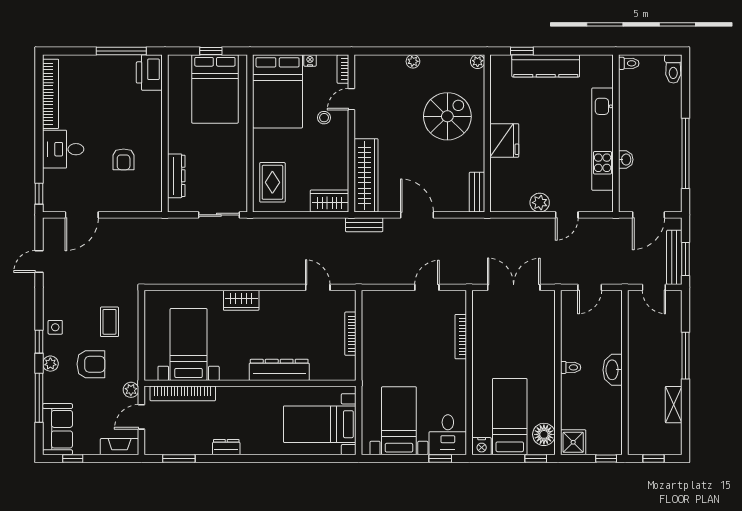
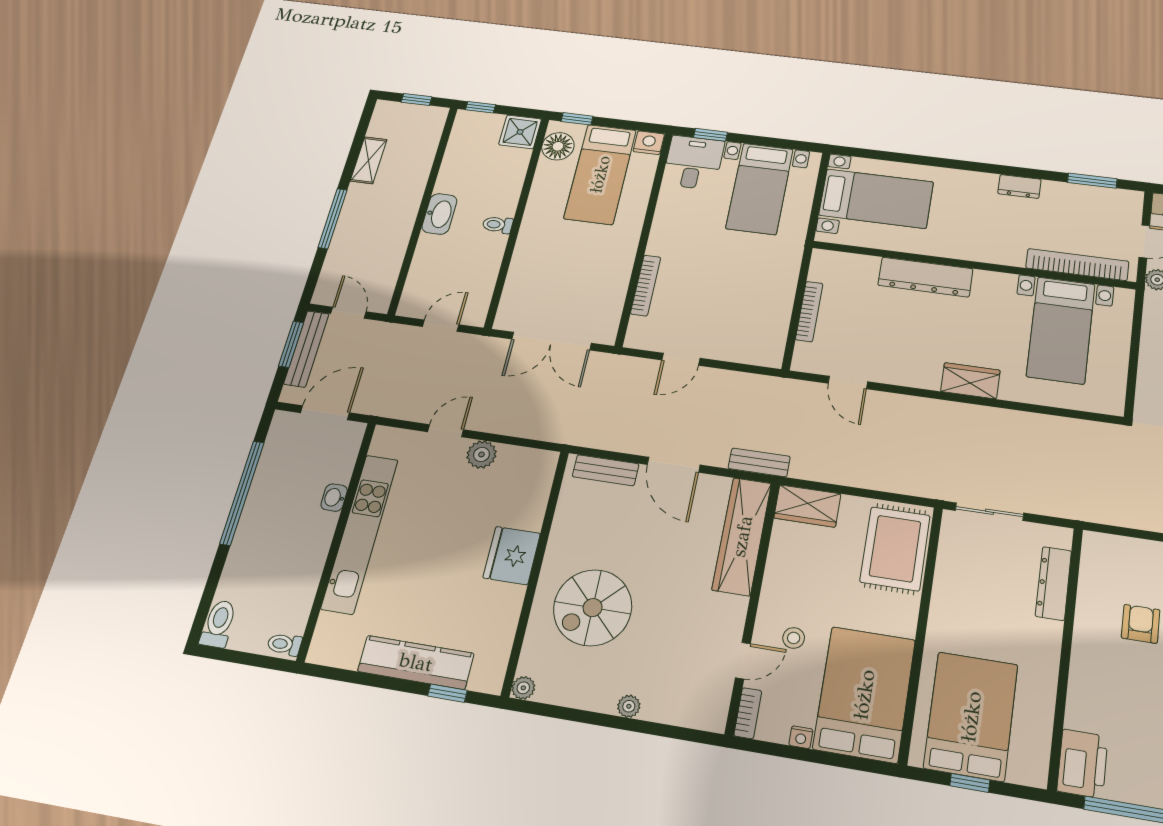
rug: (272, 182) -> (895, 549), width x1.36, depth x1.43
bench: (477, 192) -> (606, 470), moved, turned 90

